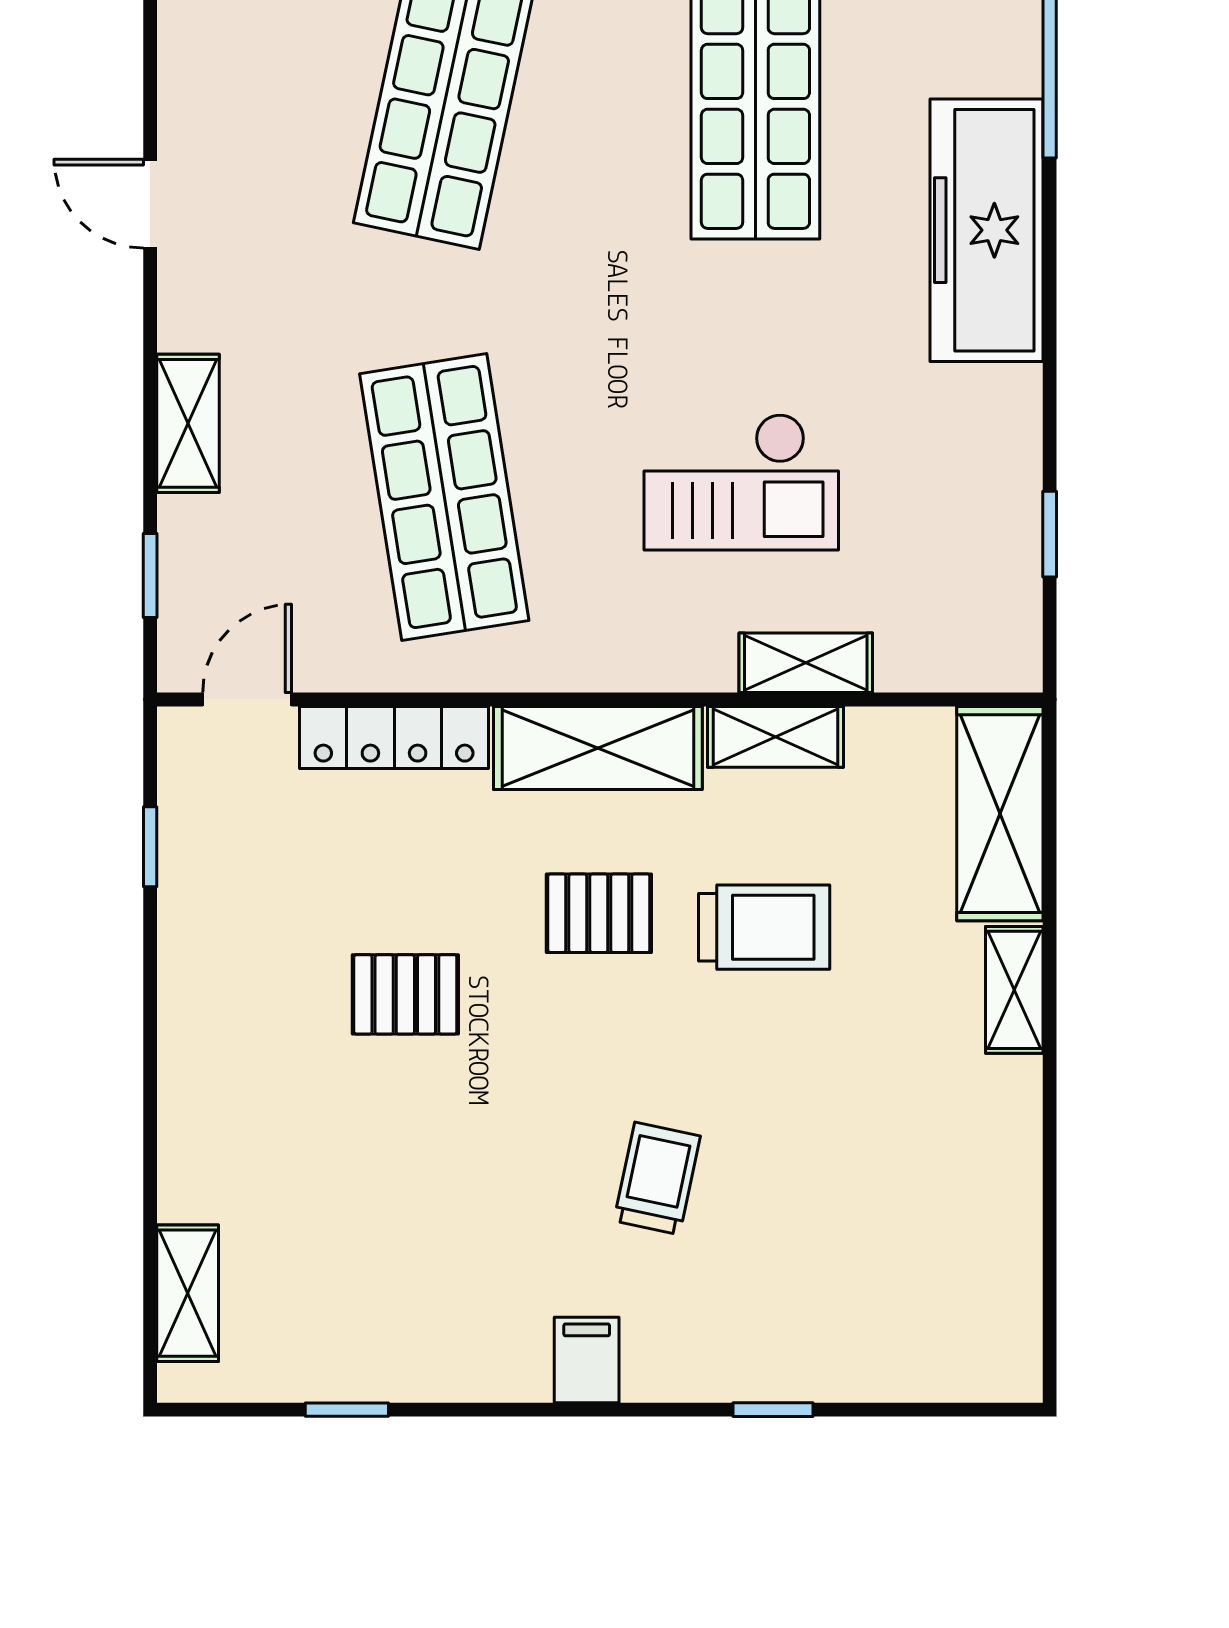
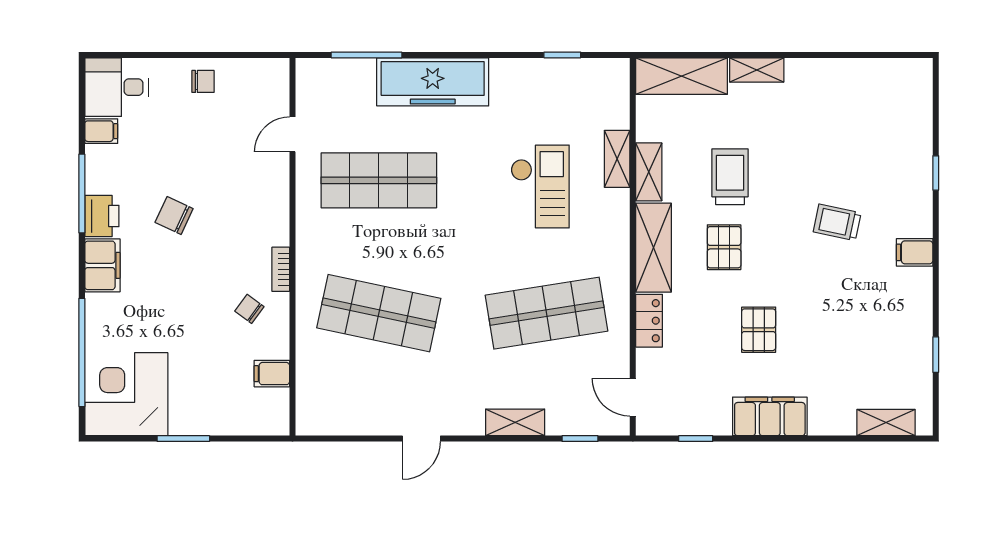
locker: (394, 737) -> (649, 321), width x0.66
filing cabinet: (202, 1020) -> (770, 416), added

